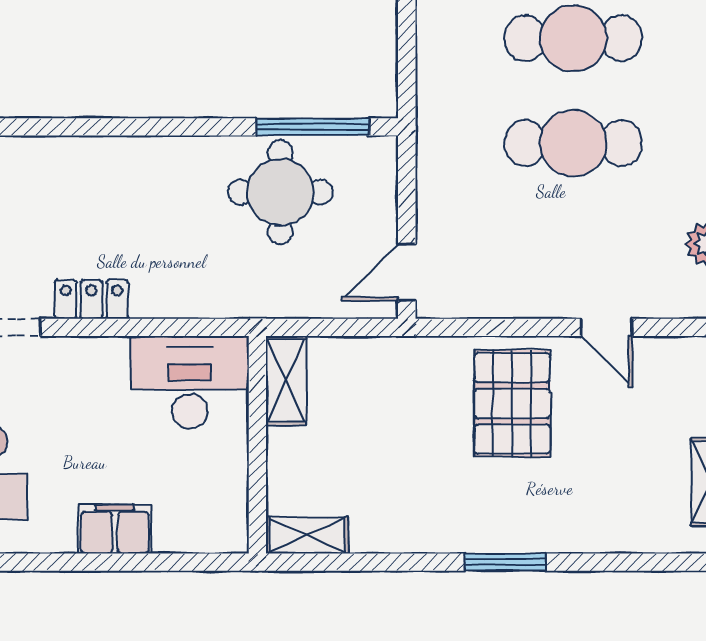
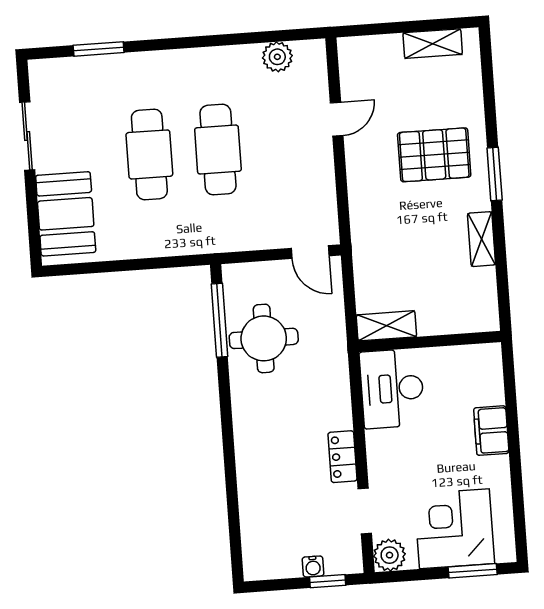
pallet: (512, 403) -> (434, 155), moved
shelving: (307, 535) -> (482, 239), moved

